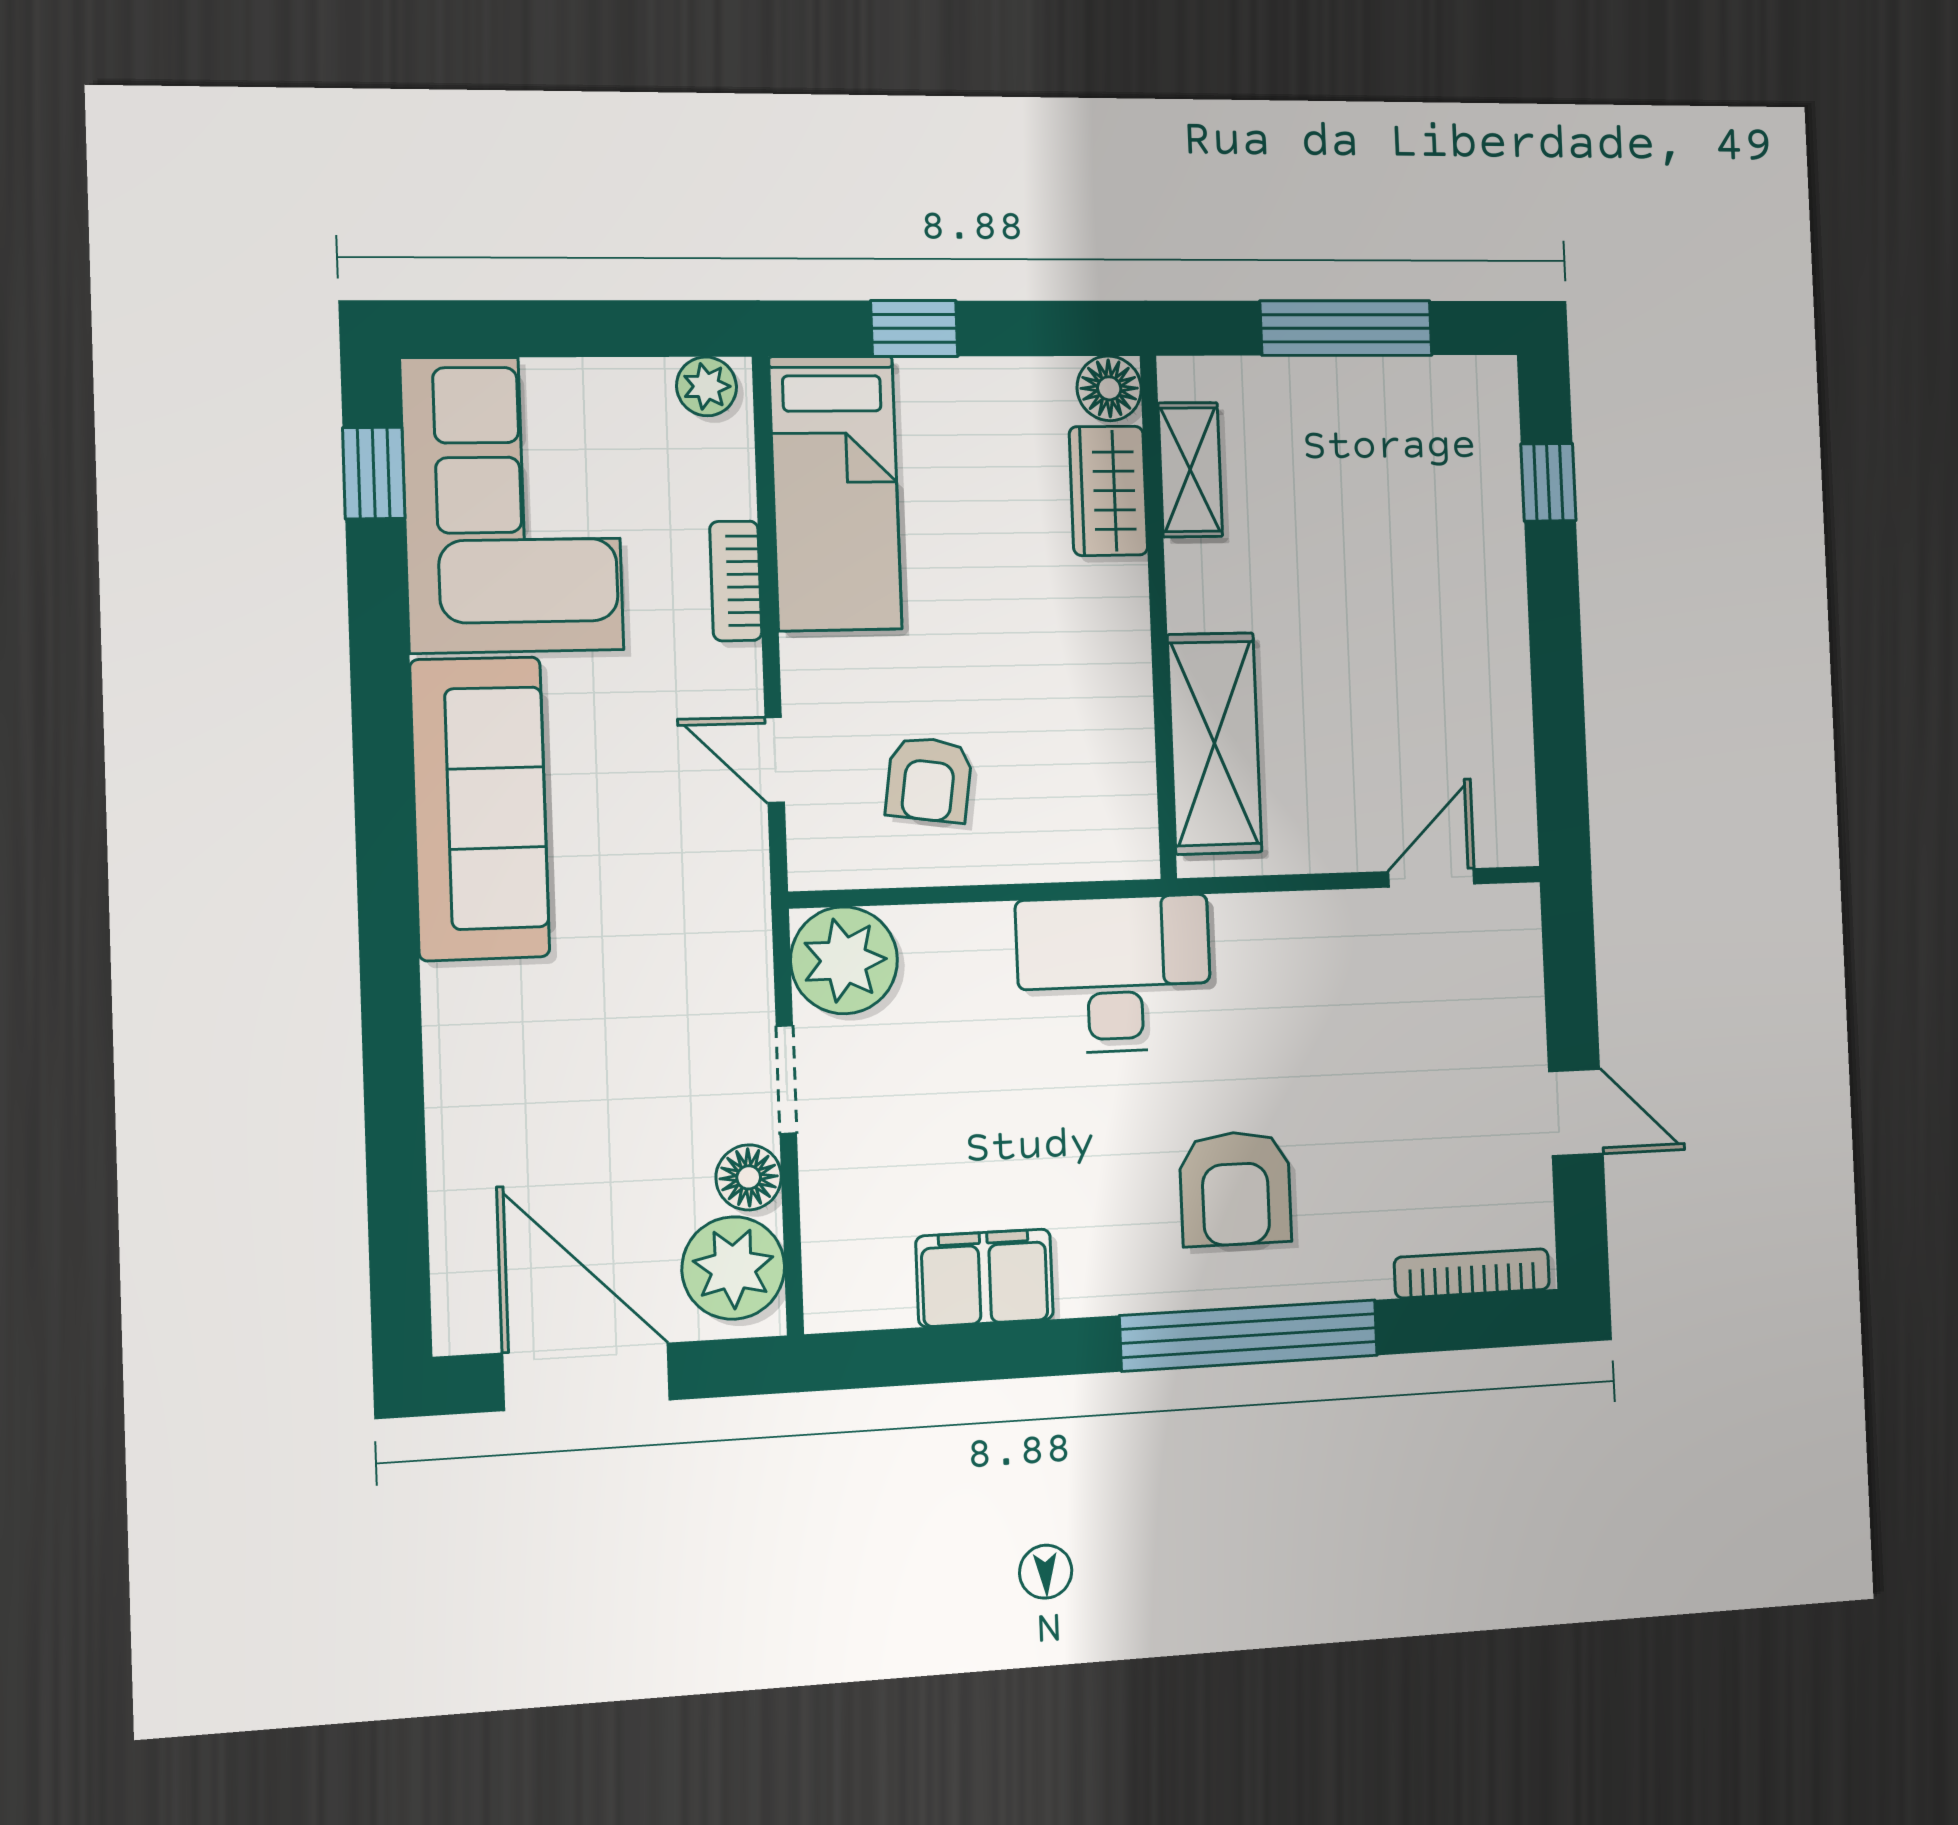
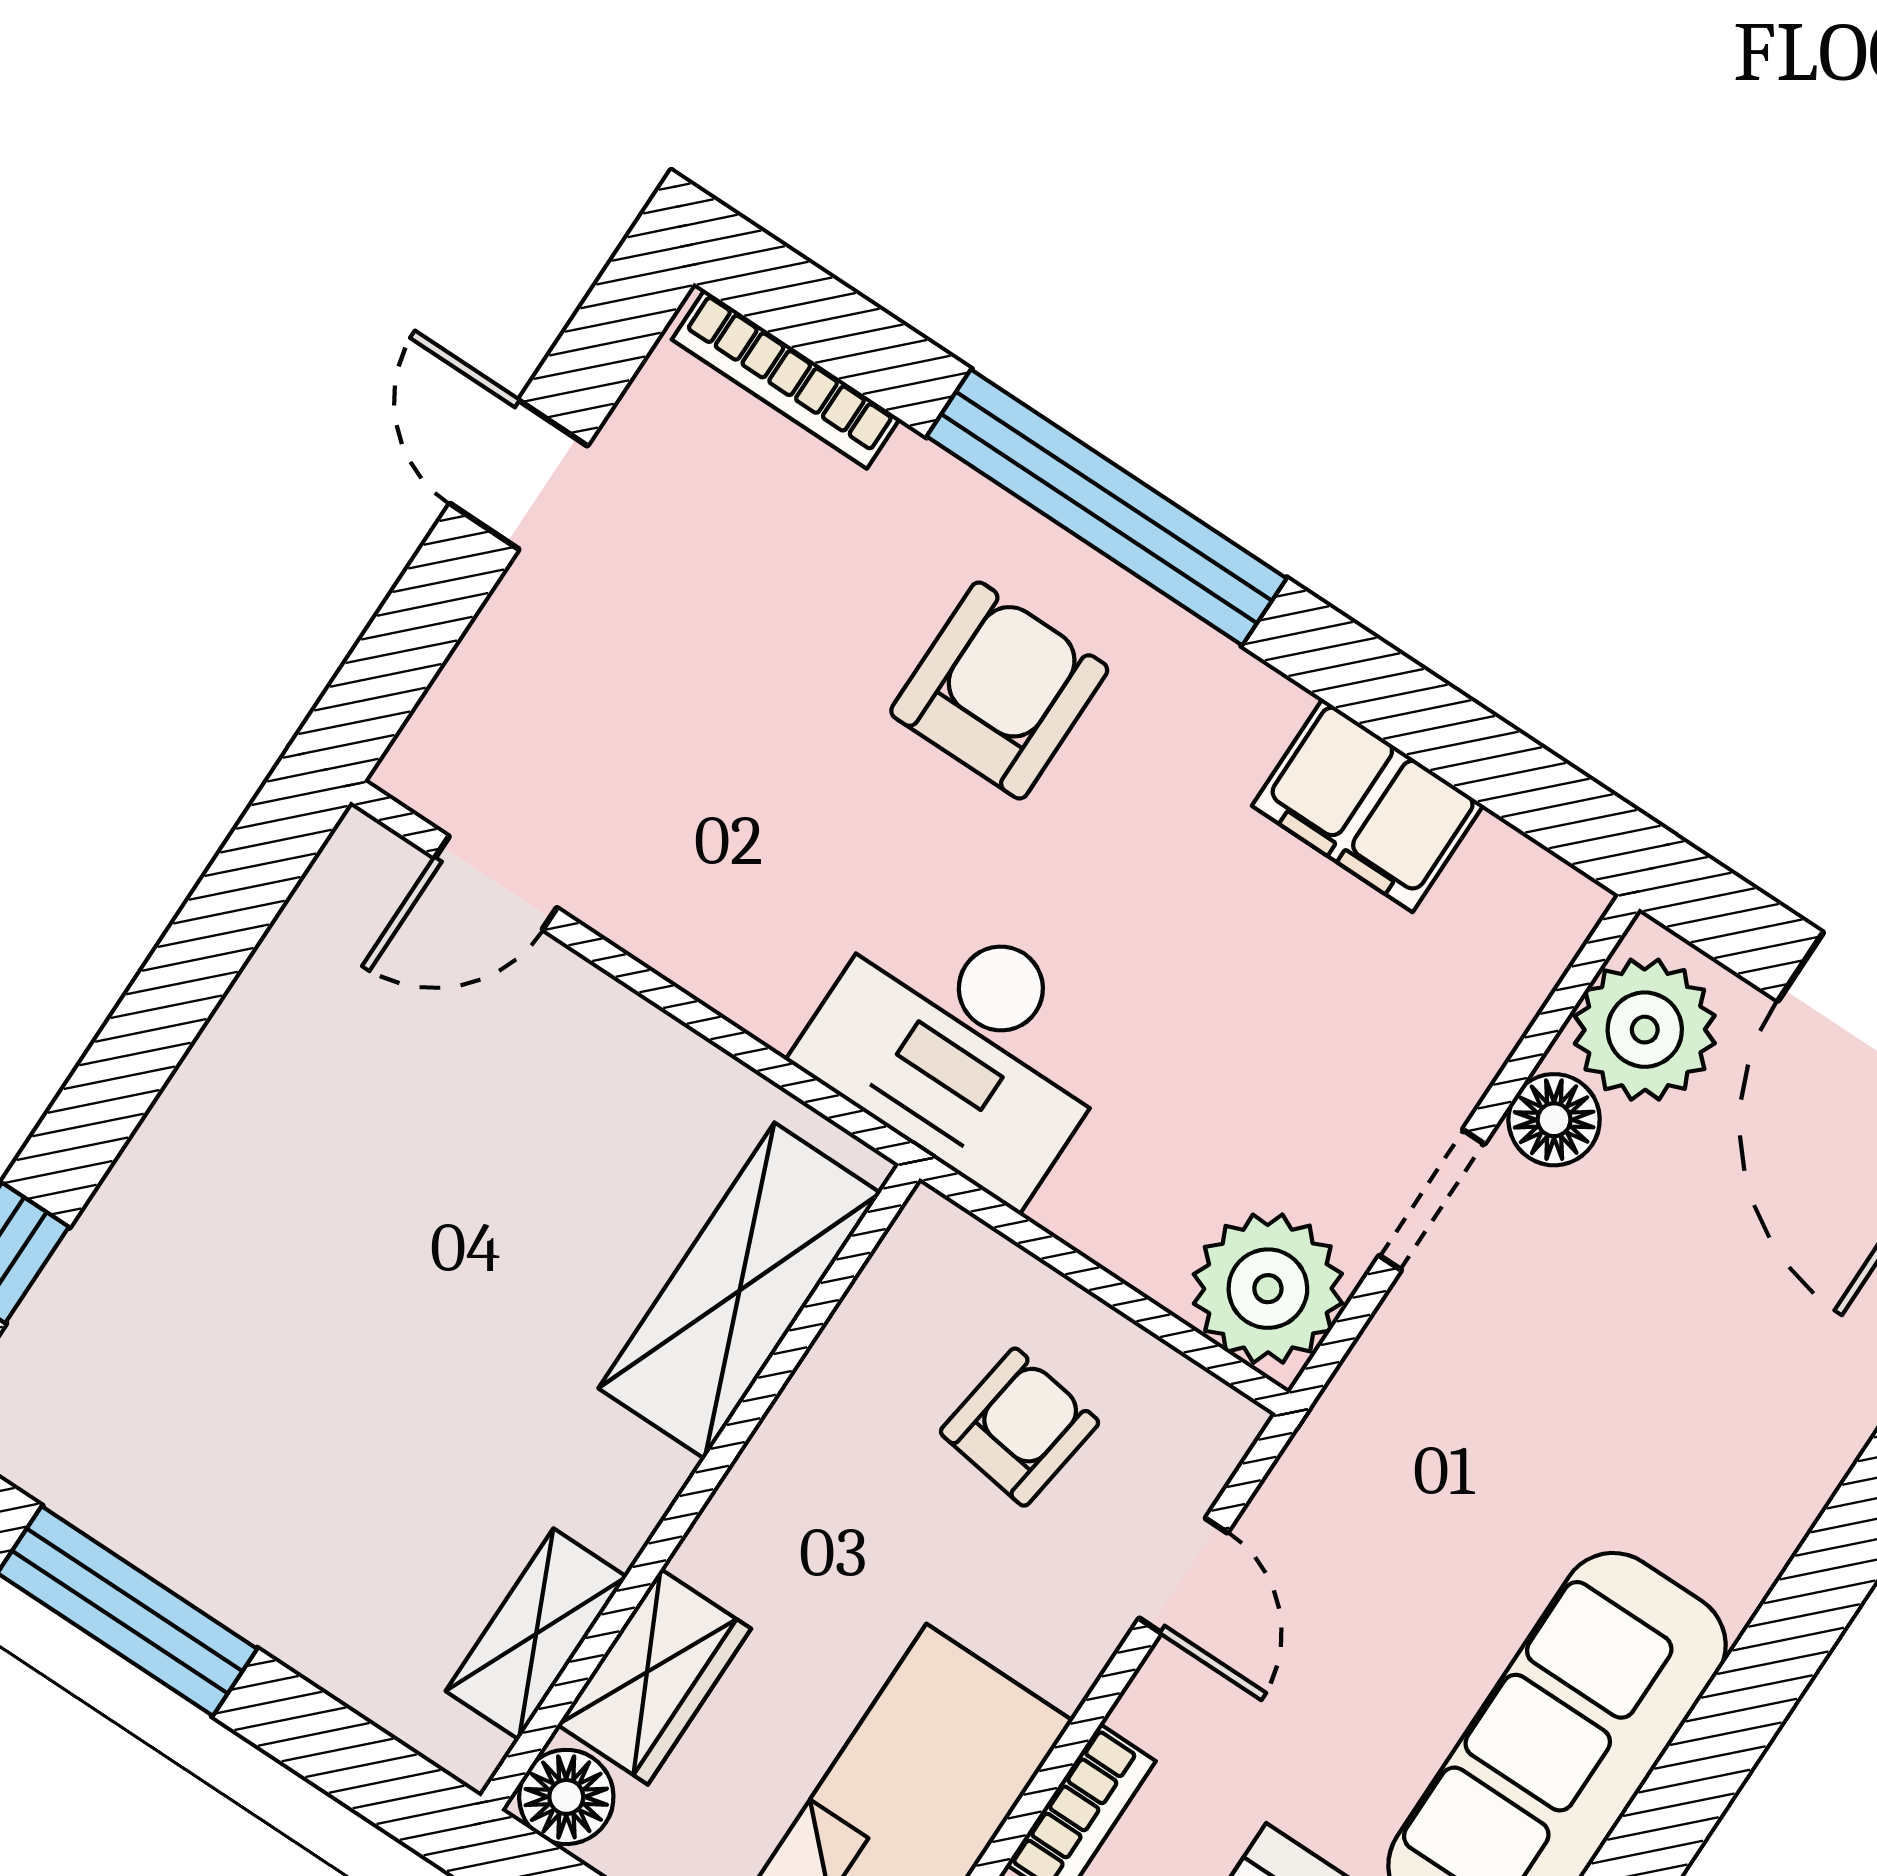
floor lamp: (1109, 388) -> (566, 1797), moved
shelving: (1190, 470) -> (536, 1634), moved
wardrobe: (1108, 491) -> (654, 1677), moved
wall: (1158, 617) -> (700, 1487), moved
shelving: (1215, 743) -> (739, 1291), moved

